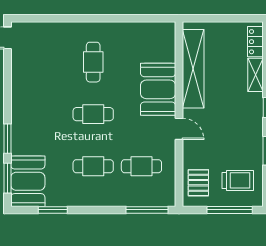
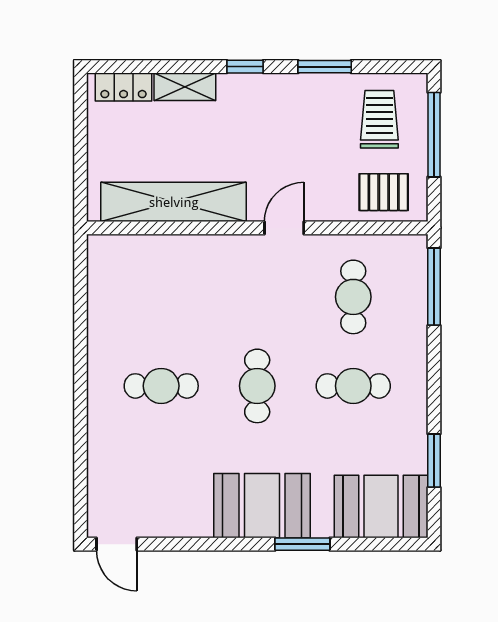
booth: (158, 89) -> (262, 506), moved
cafe table: (93, 166) -> (353, 386), turned 90
window: (7, 178) -> (375, 544), removed

